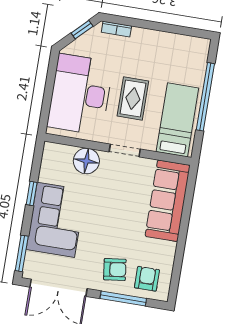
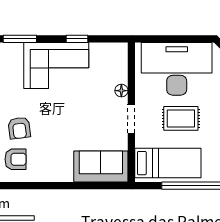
floor lamp: (86, 161) -> (121, 91), width x0.53, depth x0.53
sofa: (168, 201) -> (101, 166), width x0.73

